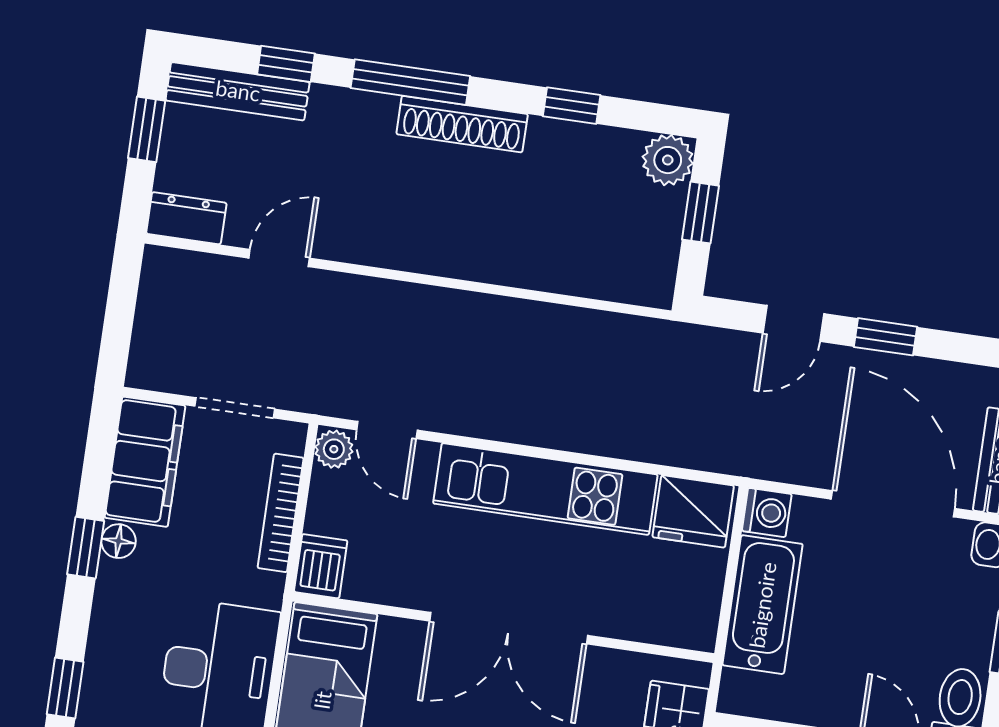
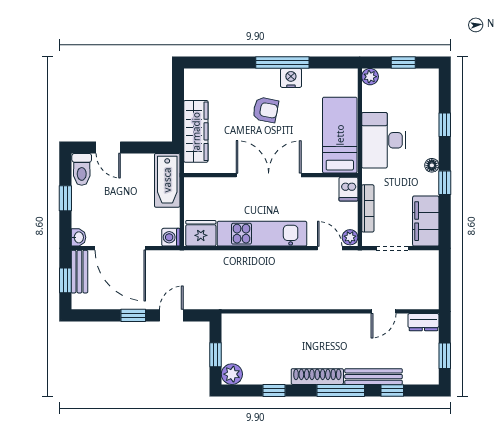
bench: (238, 91) -> (374, 377), moved
floor lamp: (118, 541) -> (432, 165), moved
bathtub: (763, 605) -> (167, 180), moved

